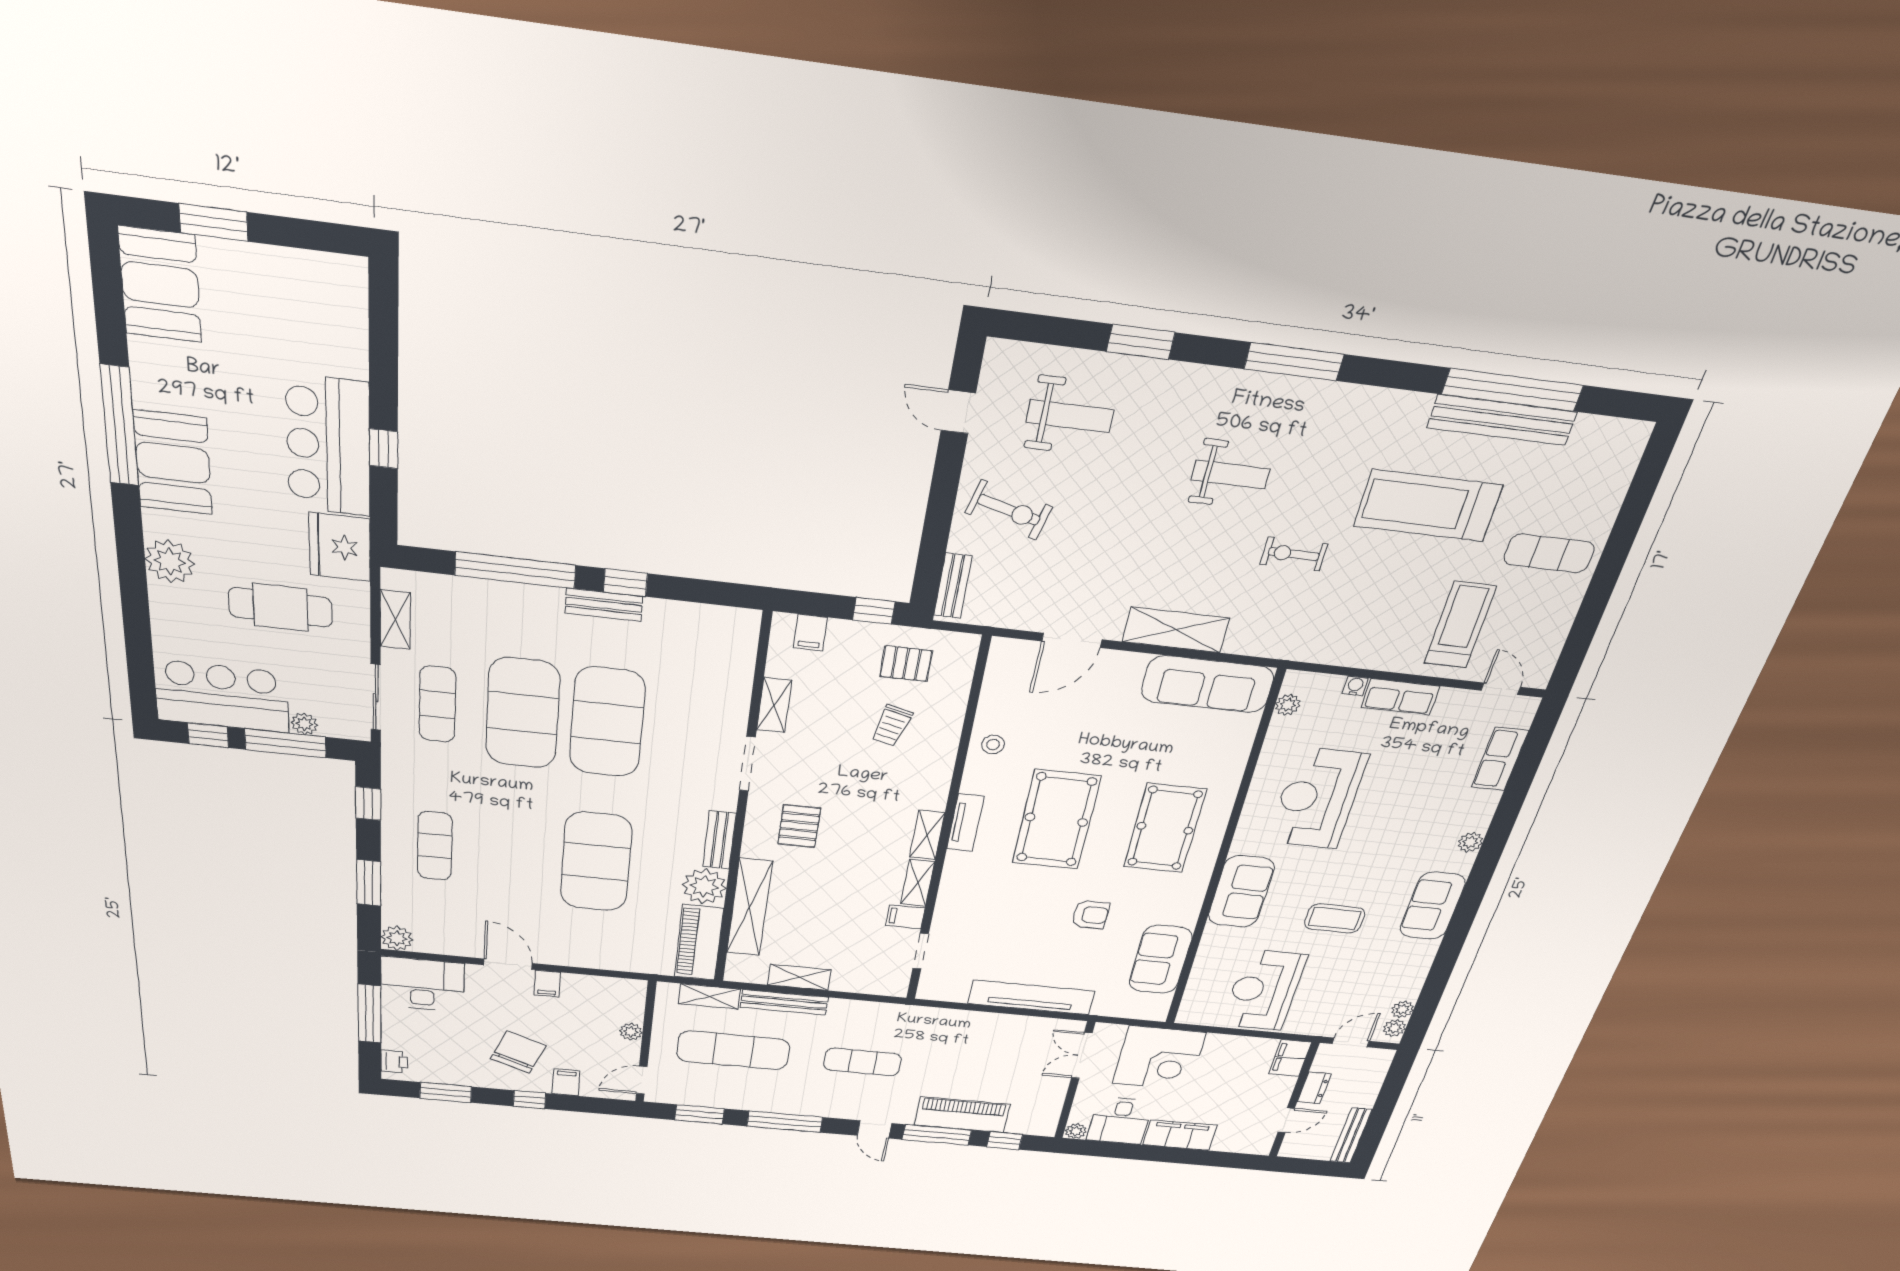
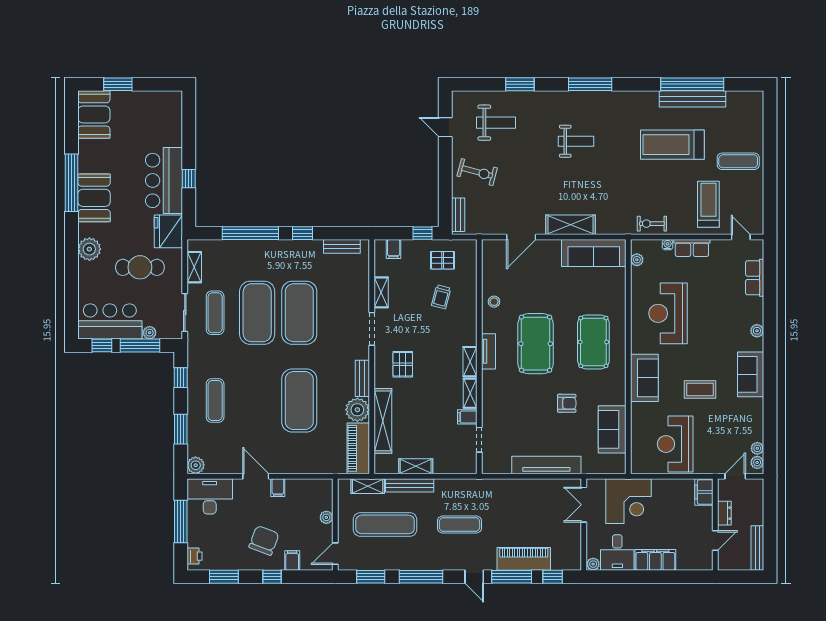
exercise bike: (1294, 554) -> (652, 224), moved
bench: (604, 605) -> (342, 246), moved

